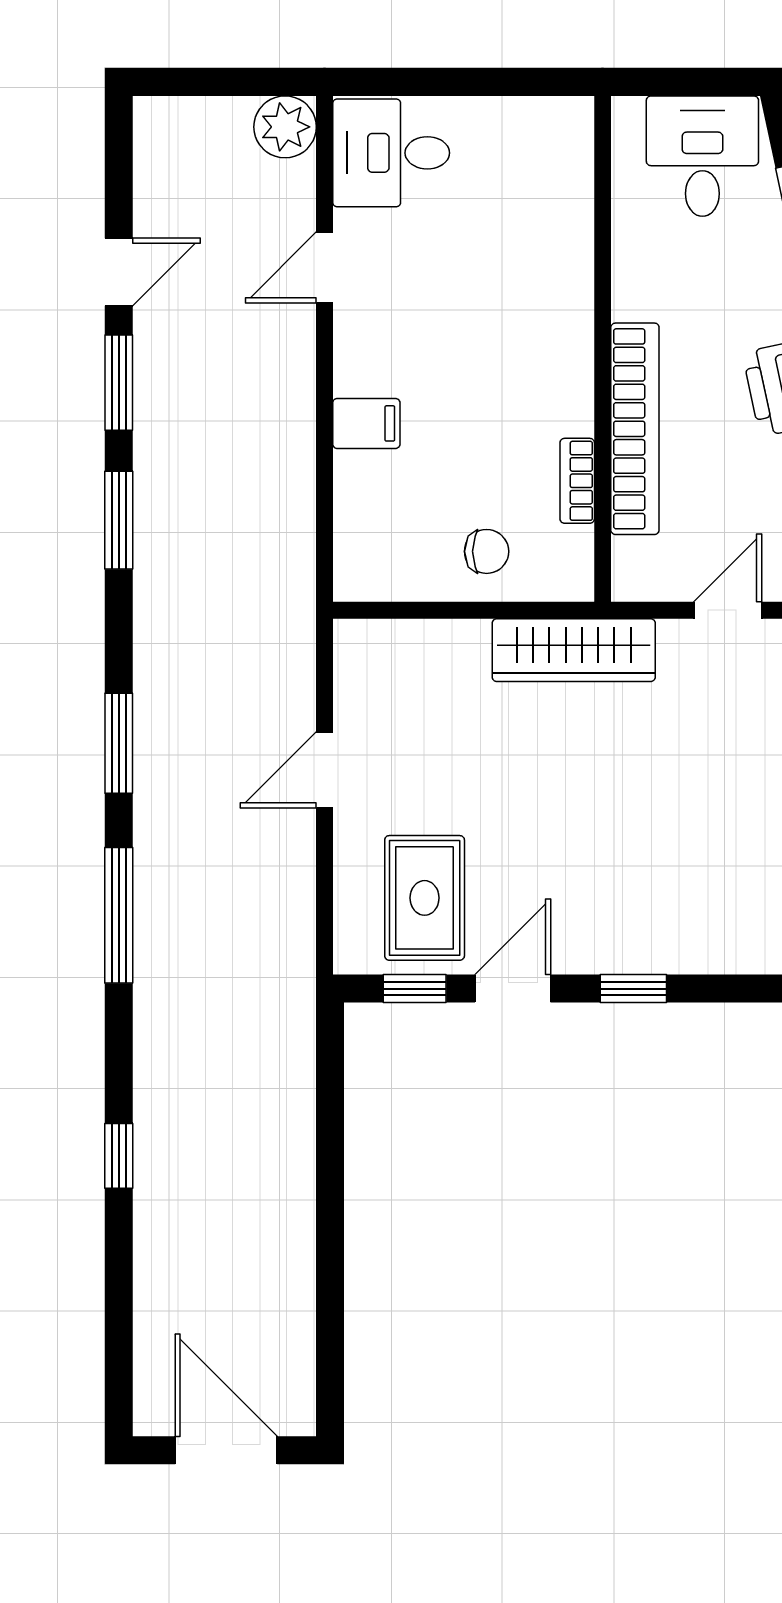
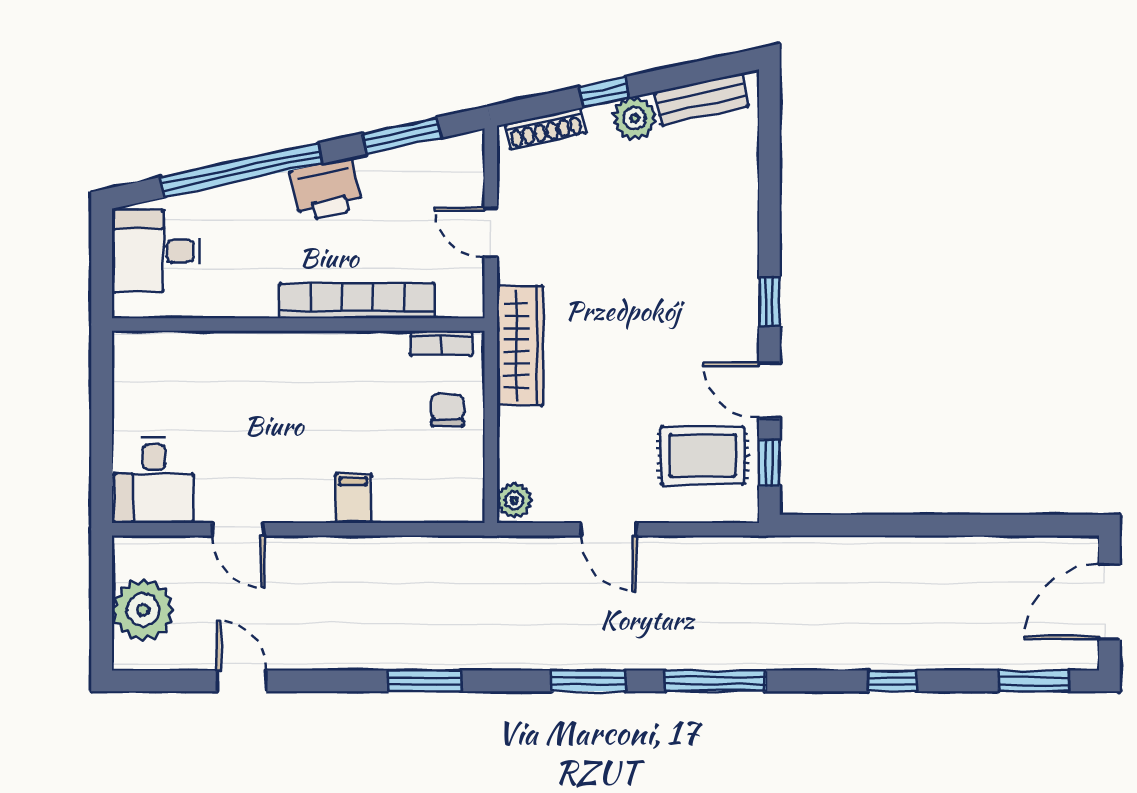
plant: (285, 127) -> (143, 610), moved, width x1.36, depth x1.36
window: (119, 383) -> (1034, 681), moved
bookcase: (577, 481) -> (441, 343), moved
plant: (364, 642) -> (514, 500), added

